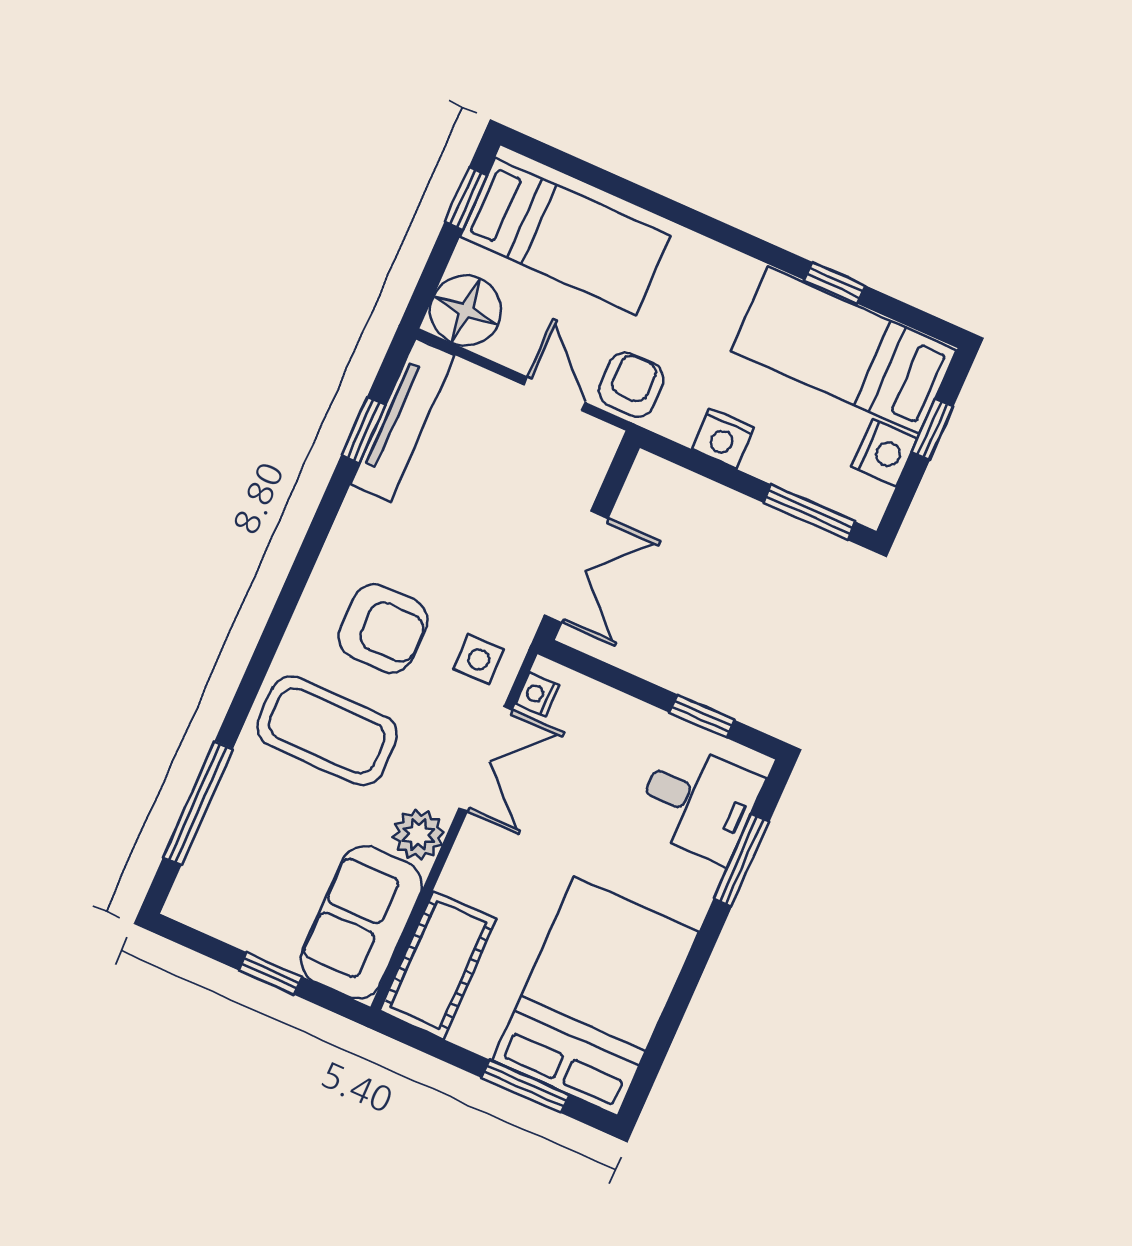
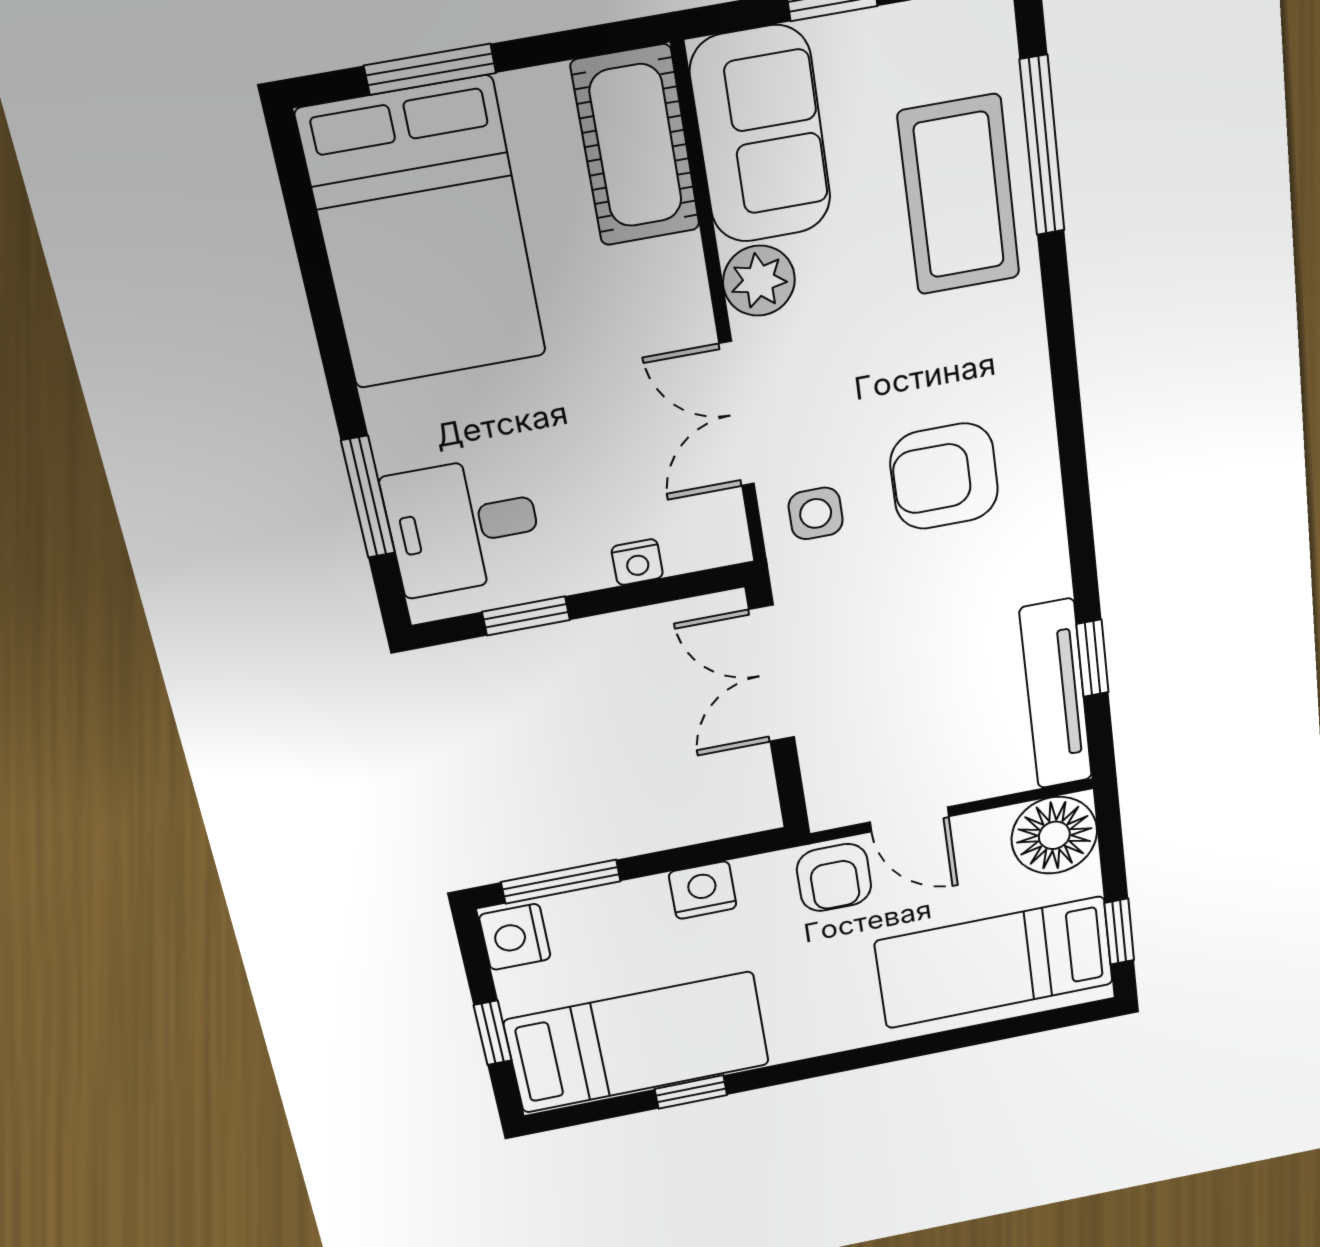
nightstand: (885, 453) -> (515, 937), moved
nightstand: (537, 694) -> (637, 562), moved, turned 90
coffee table: (327, 731) -> (959, 195), moved, turned 90

